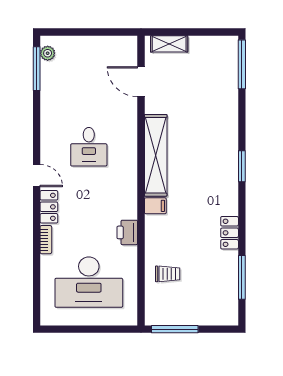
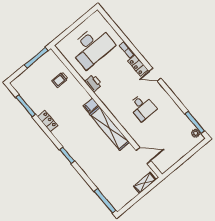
desk: (89, 147) -> (142, 107), turned 180
desk: (89, 282) -> (92, 47), turned 180

